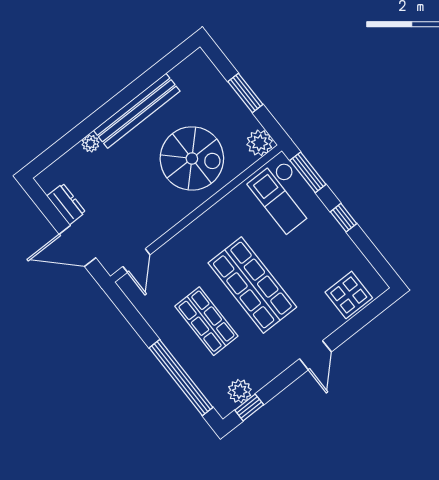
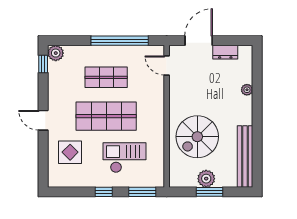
bench: (137, 111) -> (245, 156), moved
plant: (260, 143) -> (206, 179), moved
checkout: (284, 195) -> (125, 158), moved
display table: (349, 295) -> (70, 152), moved
window: (181, 378) -> (120, 41), moved
plant: (240, 391) -> (56, 53), moved

